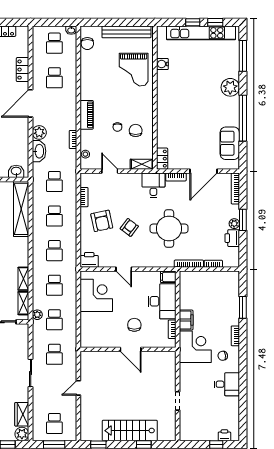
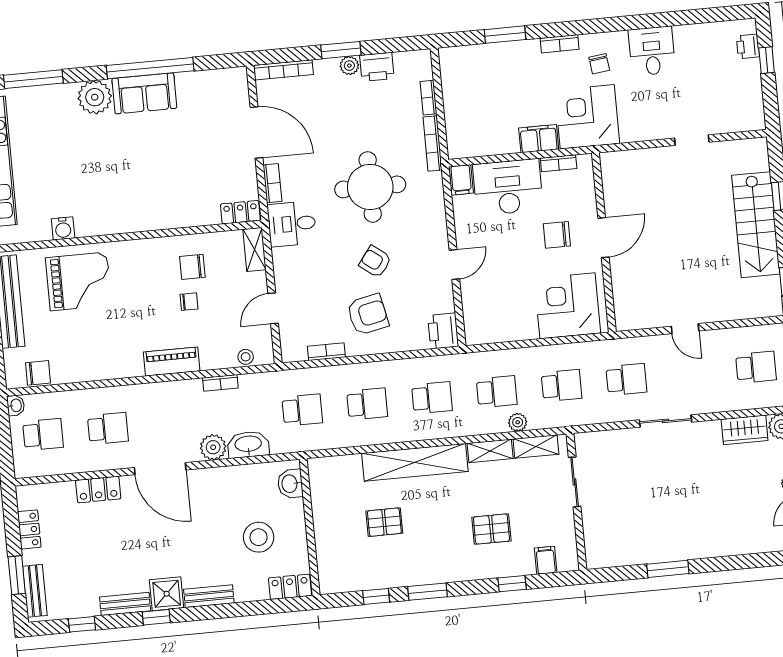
sofa: (230, 143) -> (144, 93), moved
shelving: (21, 209) -> (415, 462), moved
corner desk: (96, 295) -> (567, 306), moved
plant: (37, 315) -> (518, 422), moved

